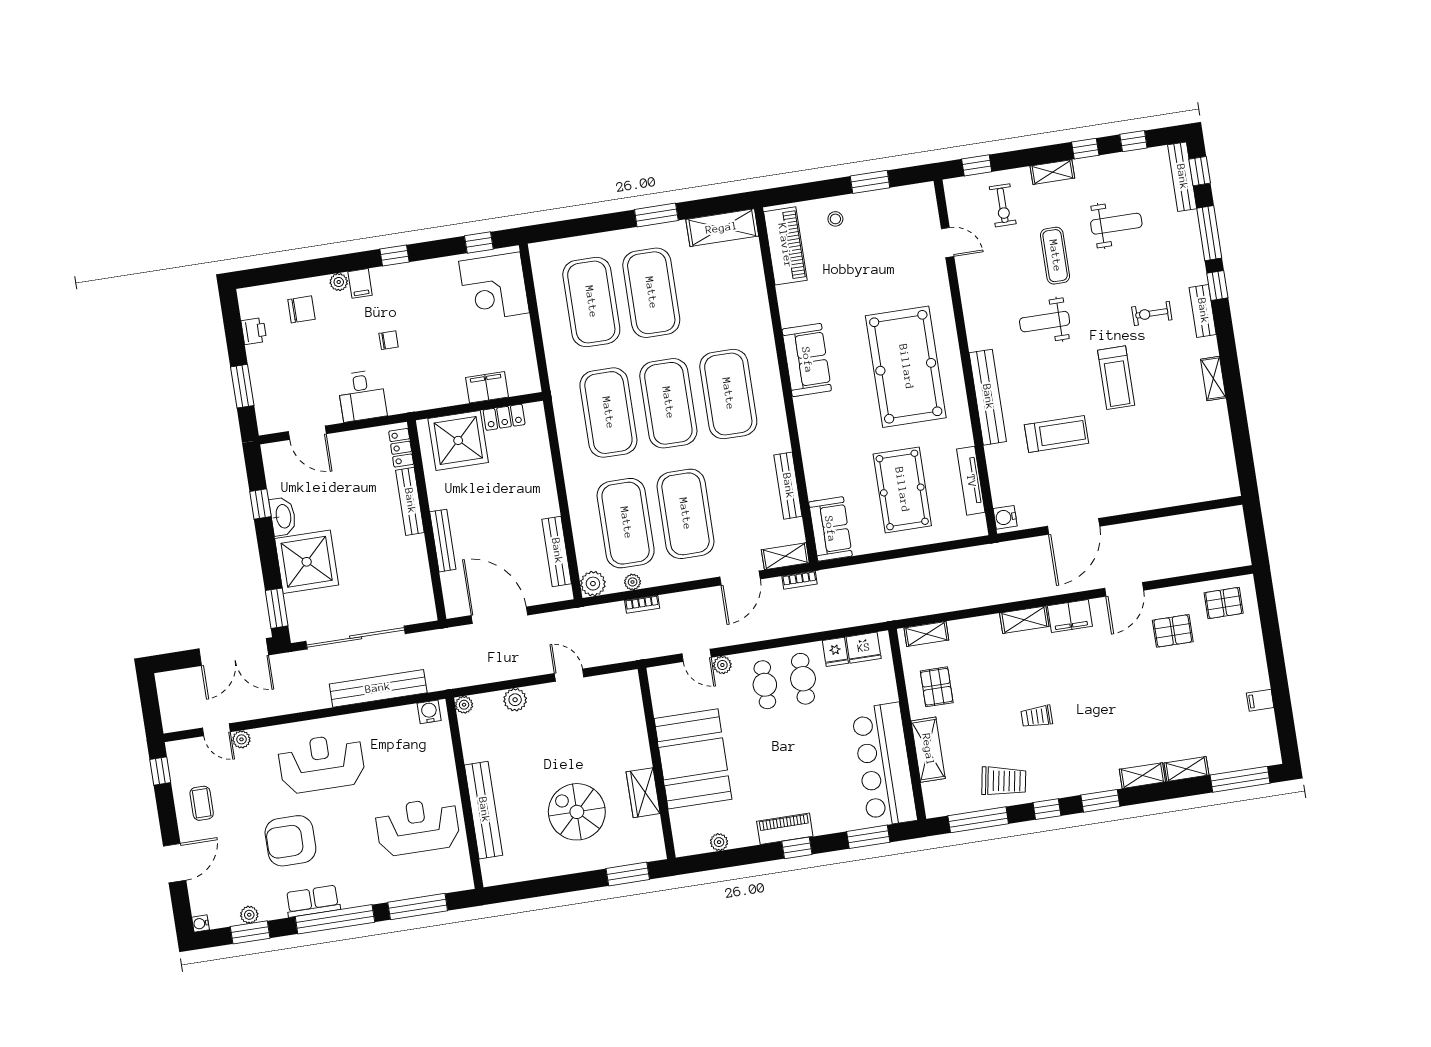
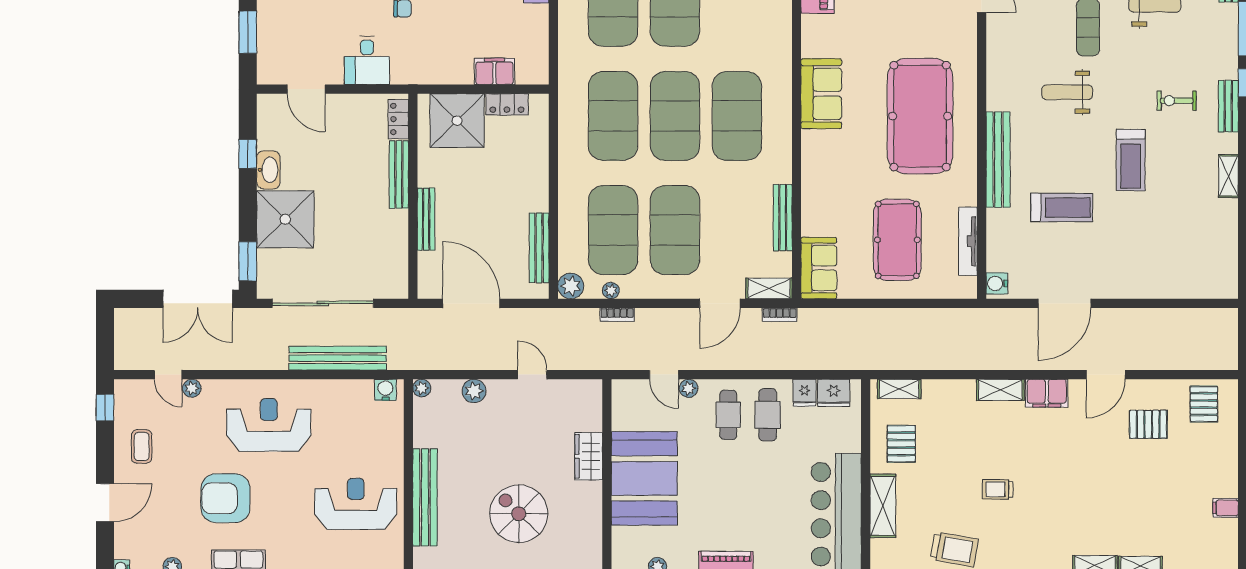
pallet: (1224, 603) -> (1204, 404), turned 90
wardrobe: (643, 793) -> (589, 456), moved

